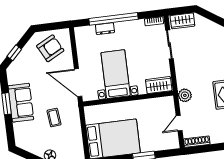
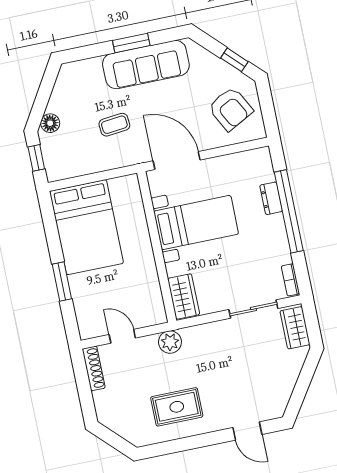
window: (14, 53) -> (234, 60), moved
door: (78, 83) -> (177, 160), hinge flipped
sofa: (21, 103) -> (146, 65), width x1.36

